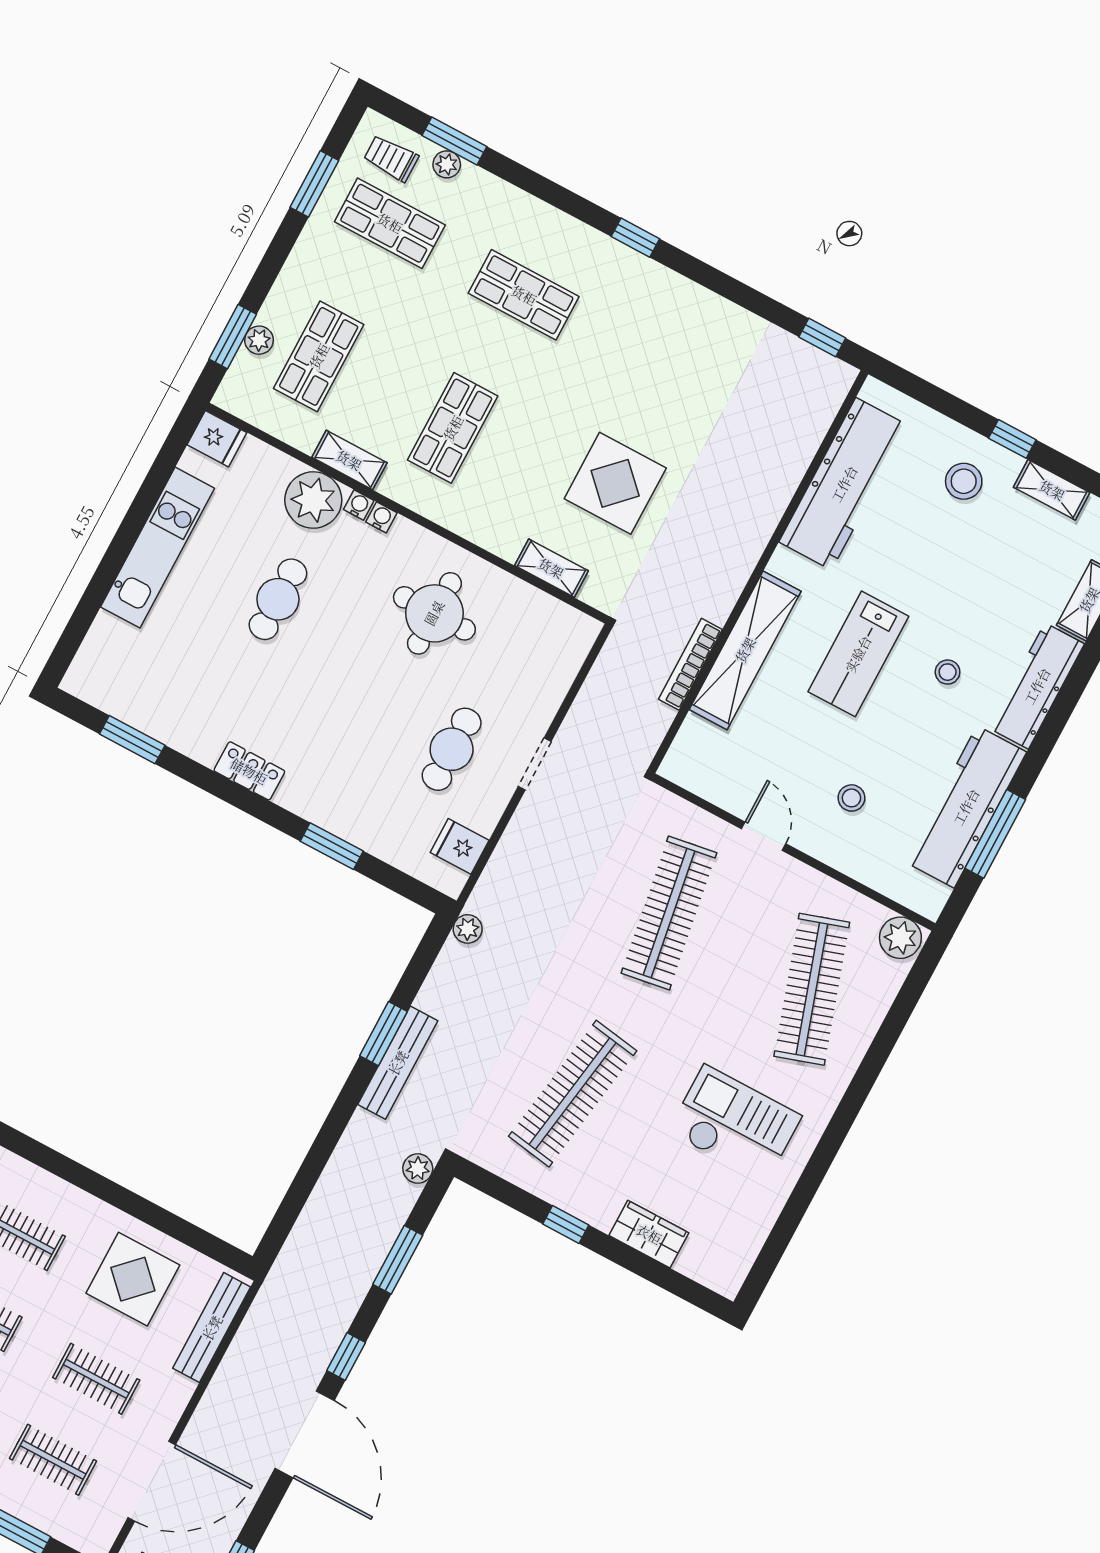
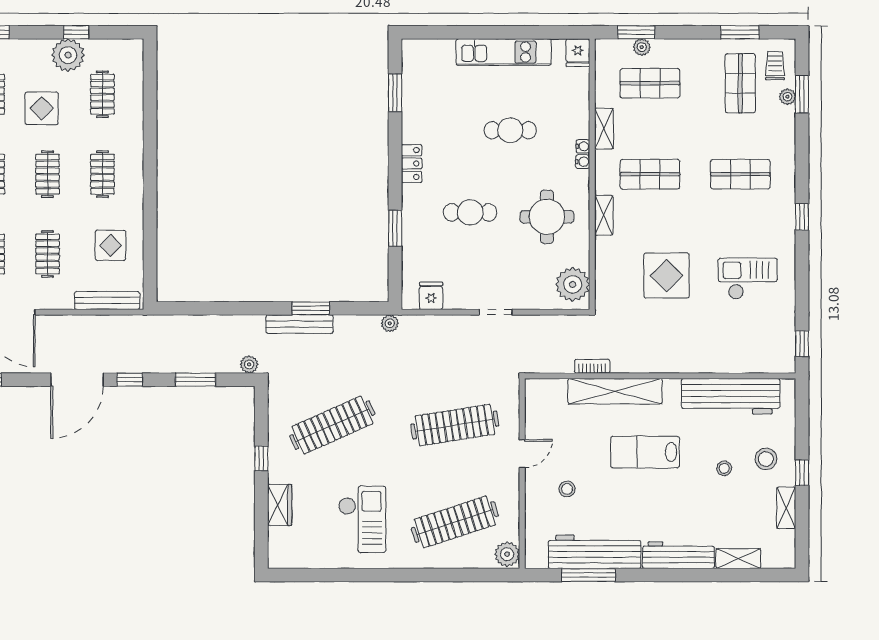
shop shelf: (524, 295) -> (740, 174), turned 90
checkout: (683, 366) -> (748, 279), added
plant: (313, 500) -> (573, 284), moved
shelving: (551, 568) -> (604, 215), moved
bookcase: (690, 664) -> (592, 366), width x0.64
stool: (948, 672) -> (724, 468), moved
cafe table: (452, 749) -> (470, 212), moved
clothes rail: (573, 1094) -> (332, 425), turned -33
display table: (133, 1279) -> (110, 245), width x0.73, depth x0.73

